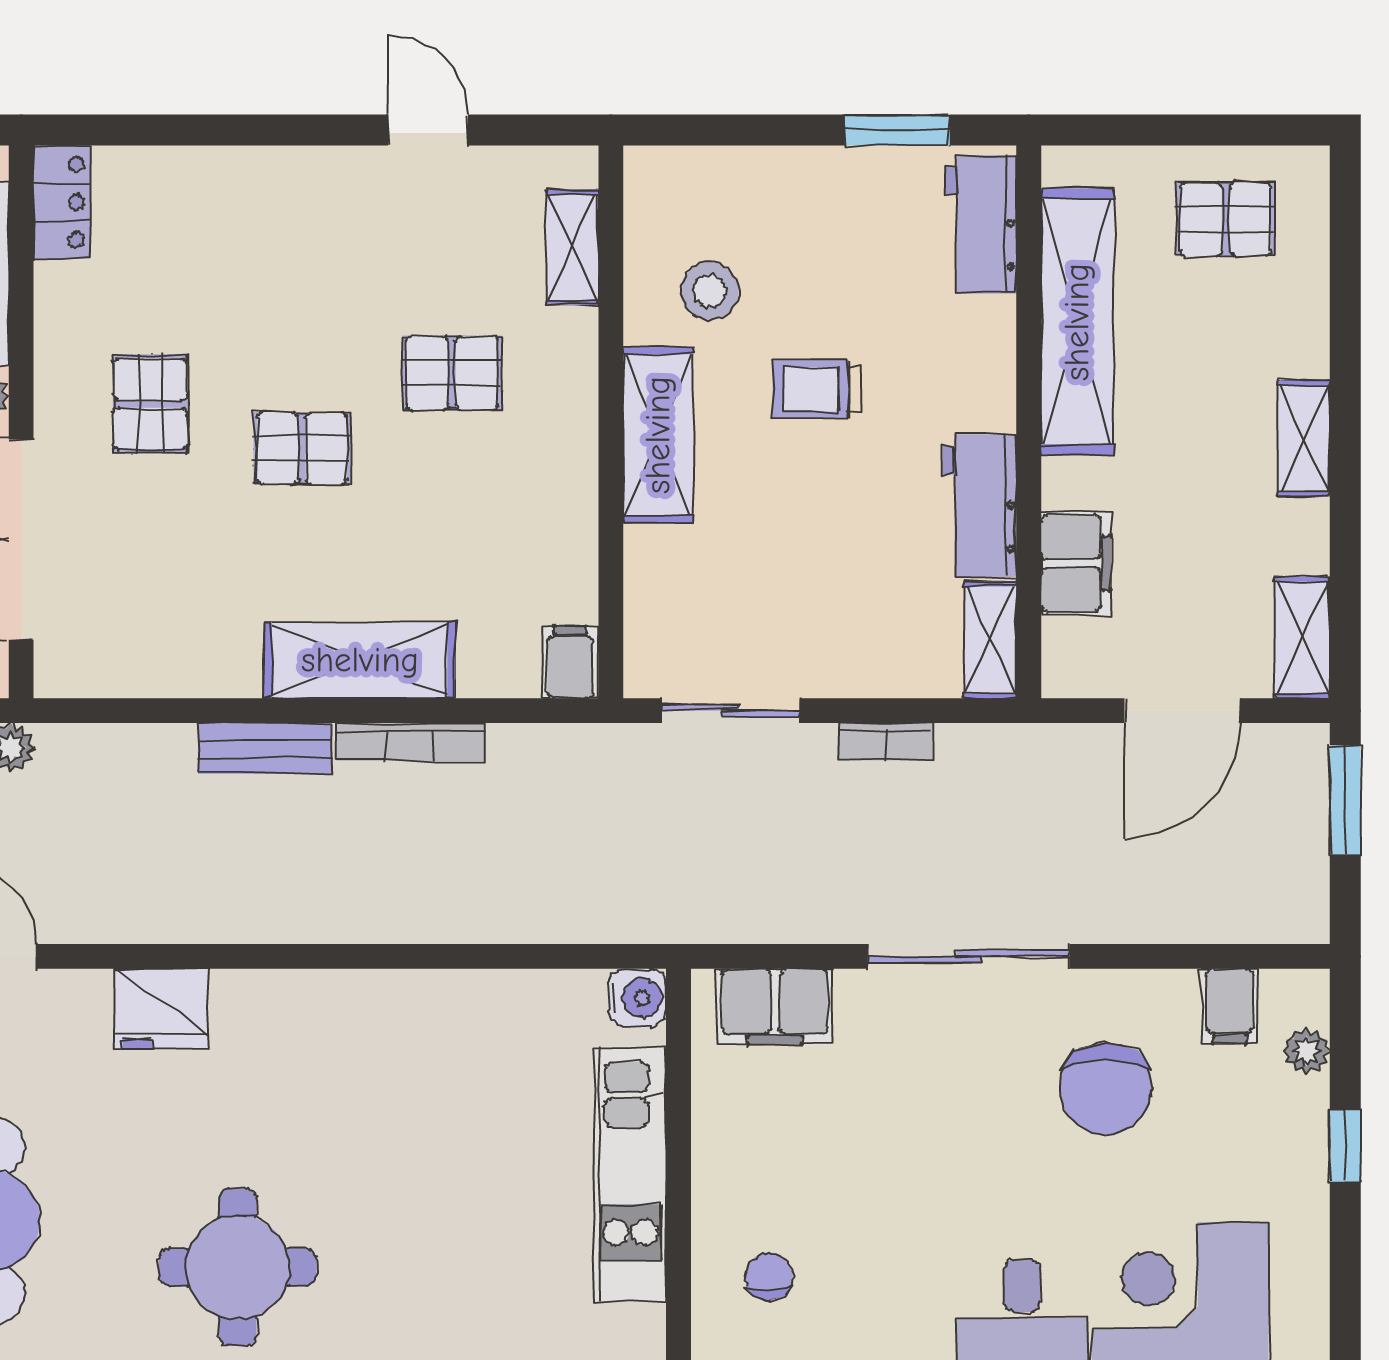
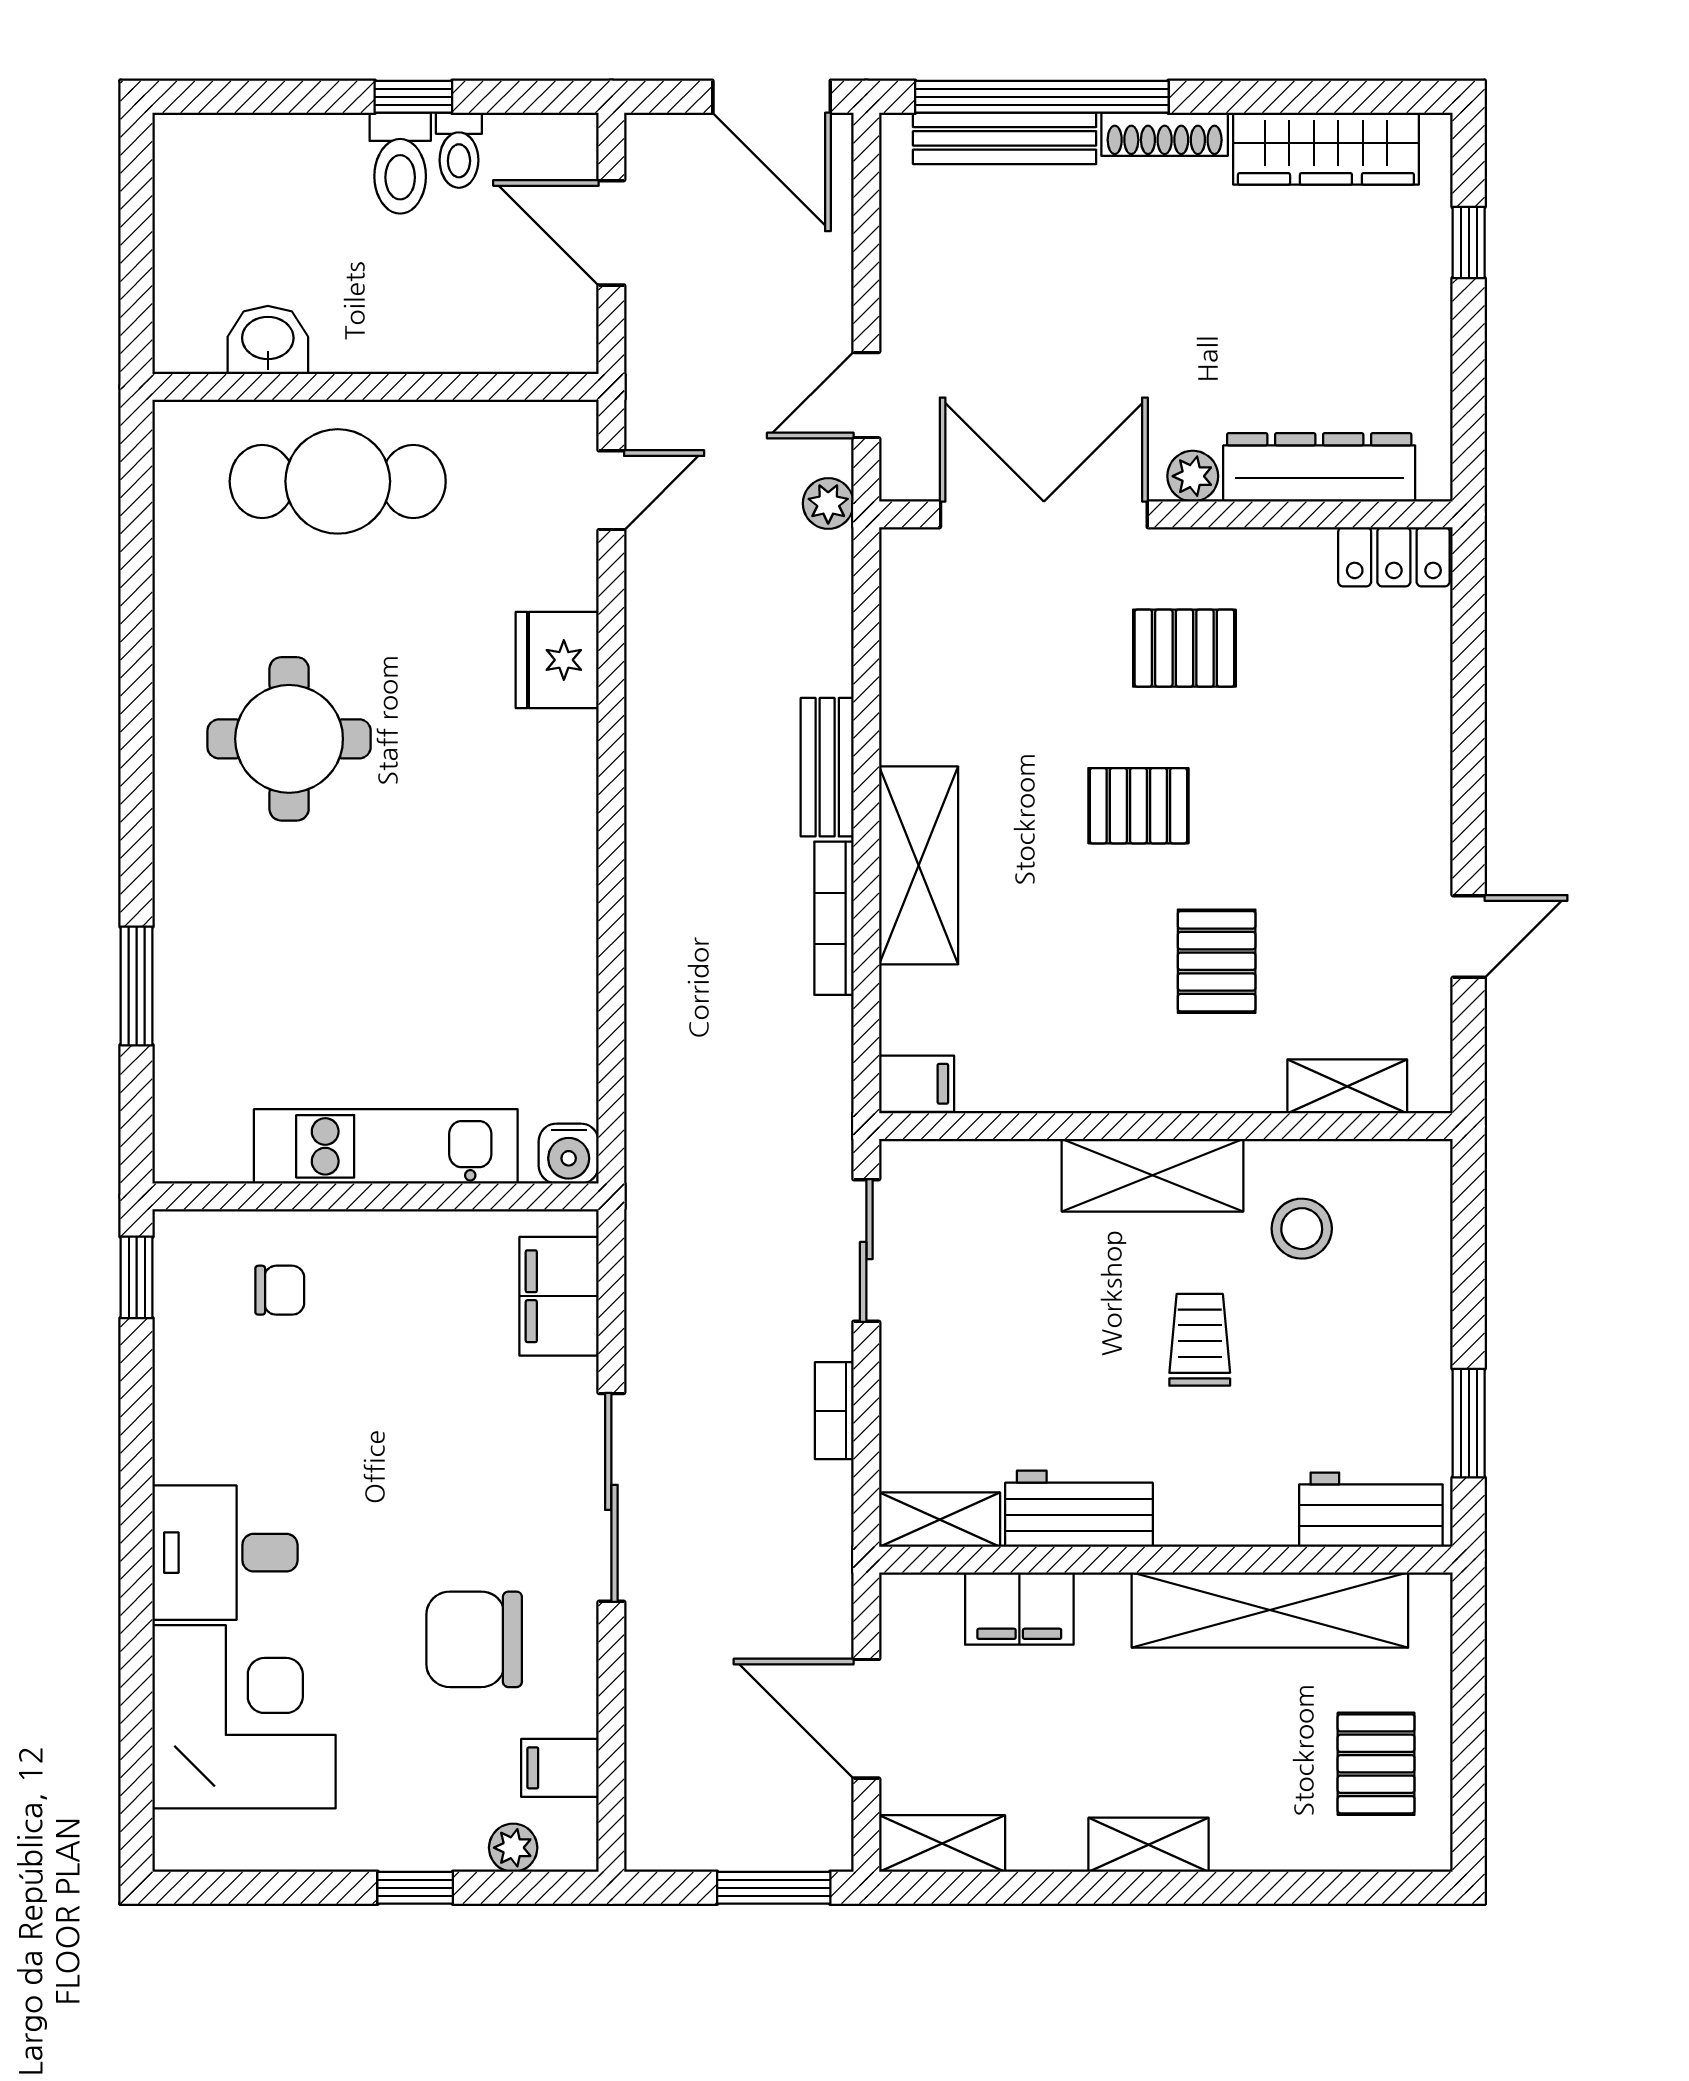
pallet: (302, 448) -> (1138, 806), turned 90

